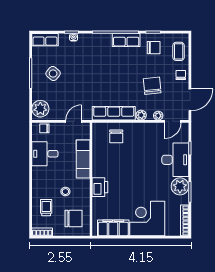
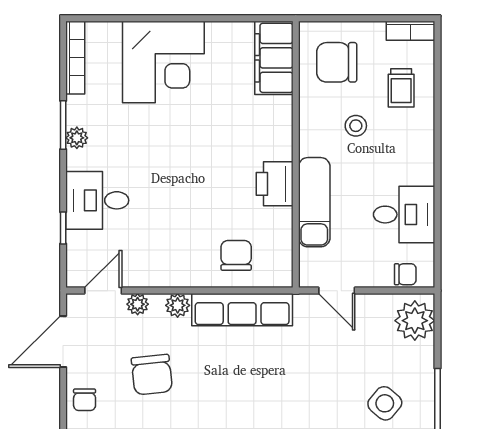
door: (74, 121) -> (337, 291), hinge flipped
desk: (175, 160) -> (97, 200), width x0.73
plant: (180, 186) -> (77, 138), width x0.53, depth x0.53
printer: (100, 187) -> (275, 184), moved
filing cabinet: (113, 228) -> (274, 58), moved, turned 90

